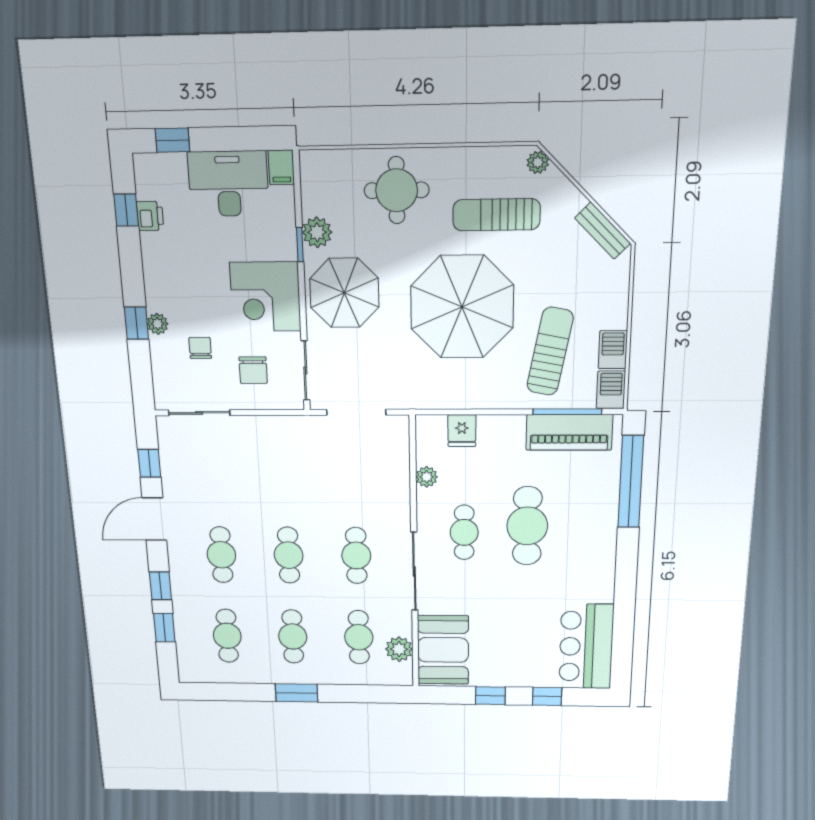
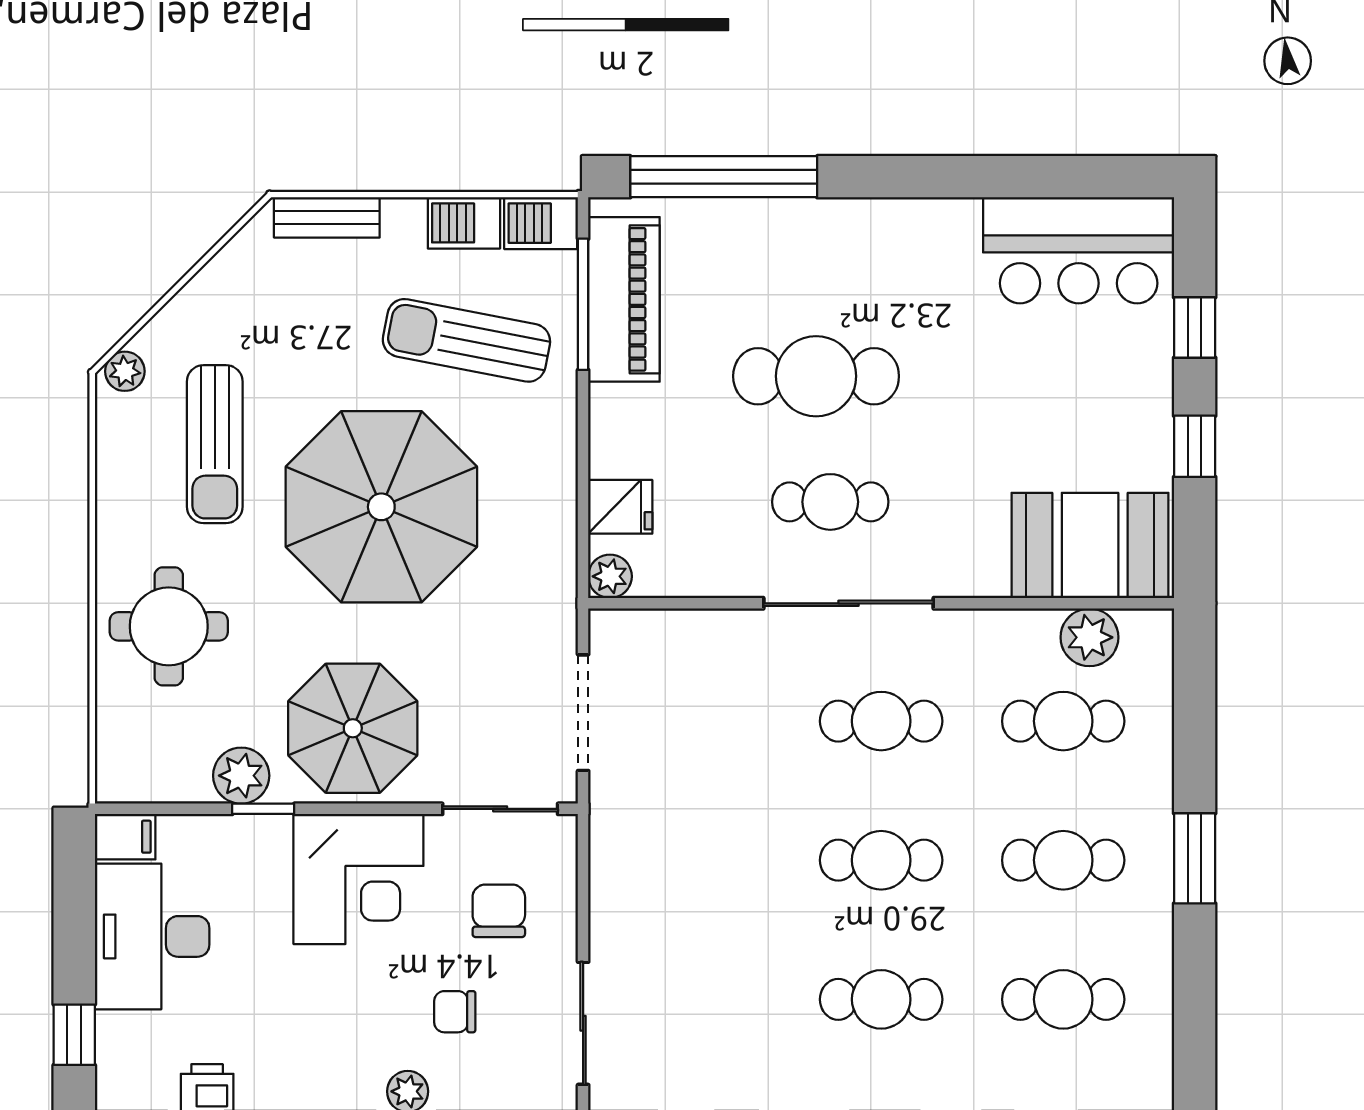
bench: (603, 231) -> (327, 217), moved, turned 45
chair: (253, 370) -> (499, 911), turned -90
plant: (427, 477) -> (610, 576), moved
sliding door: (414, 571) -> (849, 603), moved

